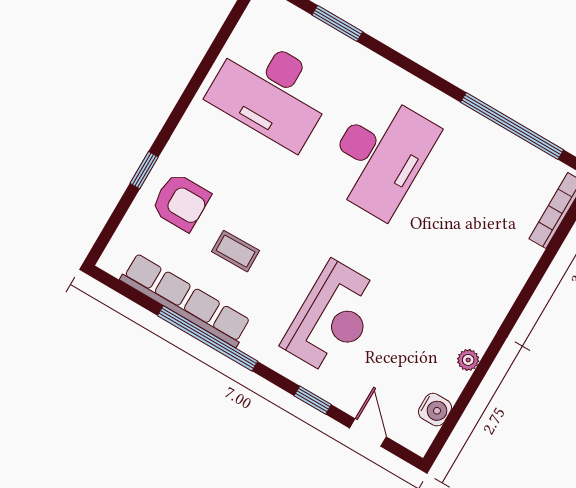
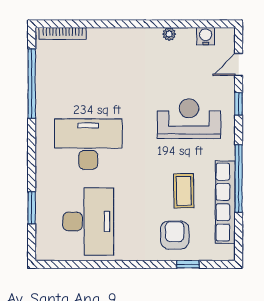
window: (144, 170) -> (188, 264), moved
coffee table: (236, 251) -> (184, 191), width x1.36, depth x1.30

